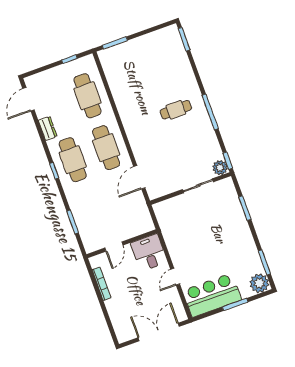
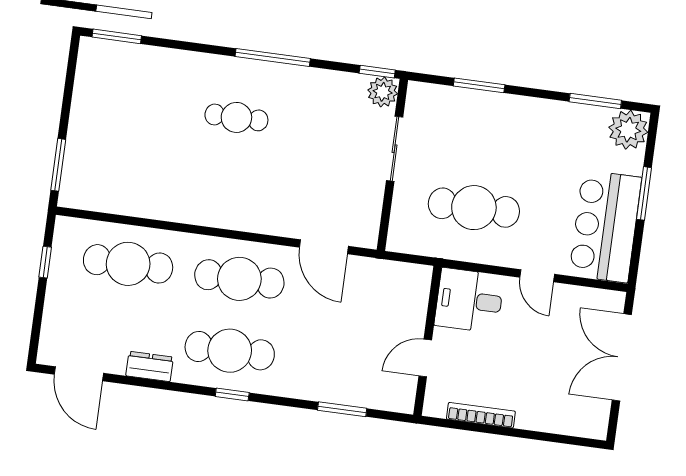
cafe table: (176, 110) -> (236, 117), turned 90
cafe table: (190, 234) -> (474, 208), added
door: (114, 247) -> (425, 358), swing flipped

